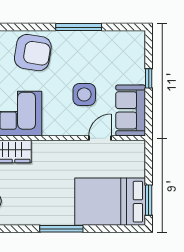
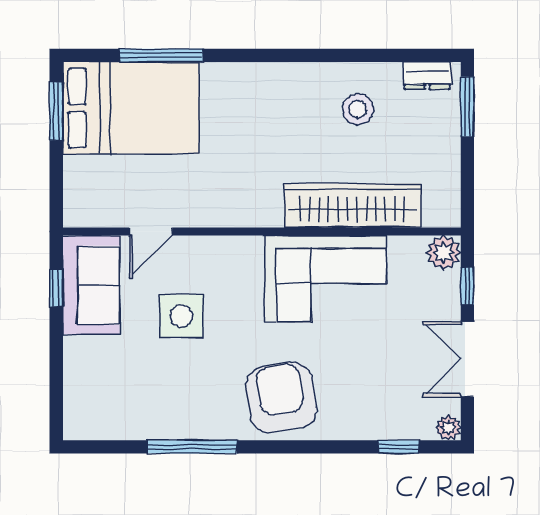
armchair: (33, 53) -> (281, 397), turned 72
window: (149, 78) -> (56, 288), moved
window: (61, 229) -> (161, 55), moved

